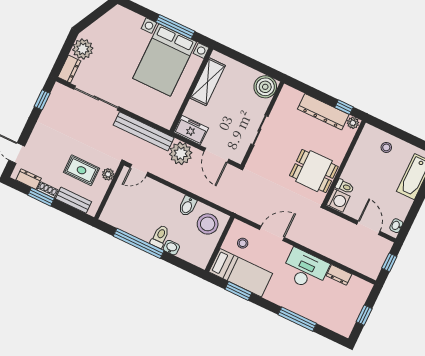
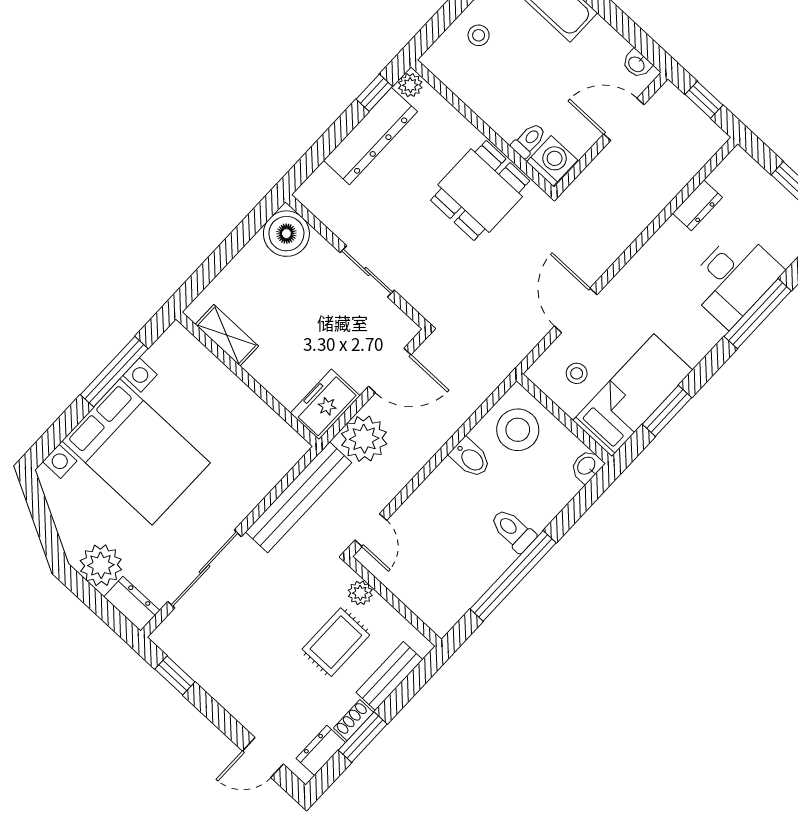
bed with nightstands: (165, 60) -> (136, 452), moved
shelving: (208, 82) -> (227, 335), width x0.67, depth x0.75
washbasin: (171, 248) -> (587, 466), moved
desk: (305, 270) -> (734, 278), moved, turned 180

